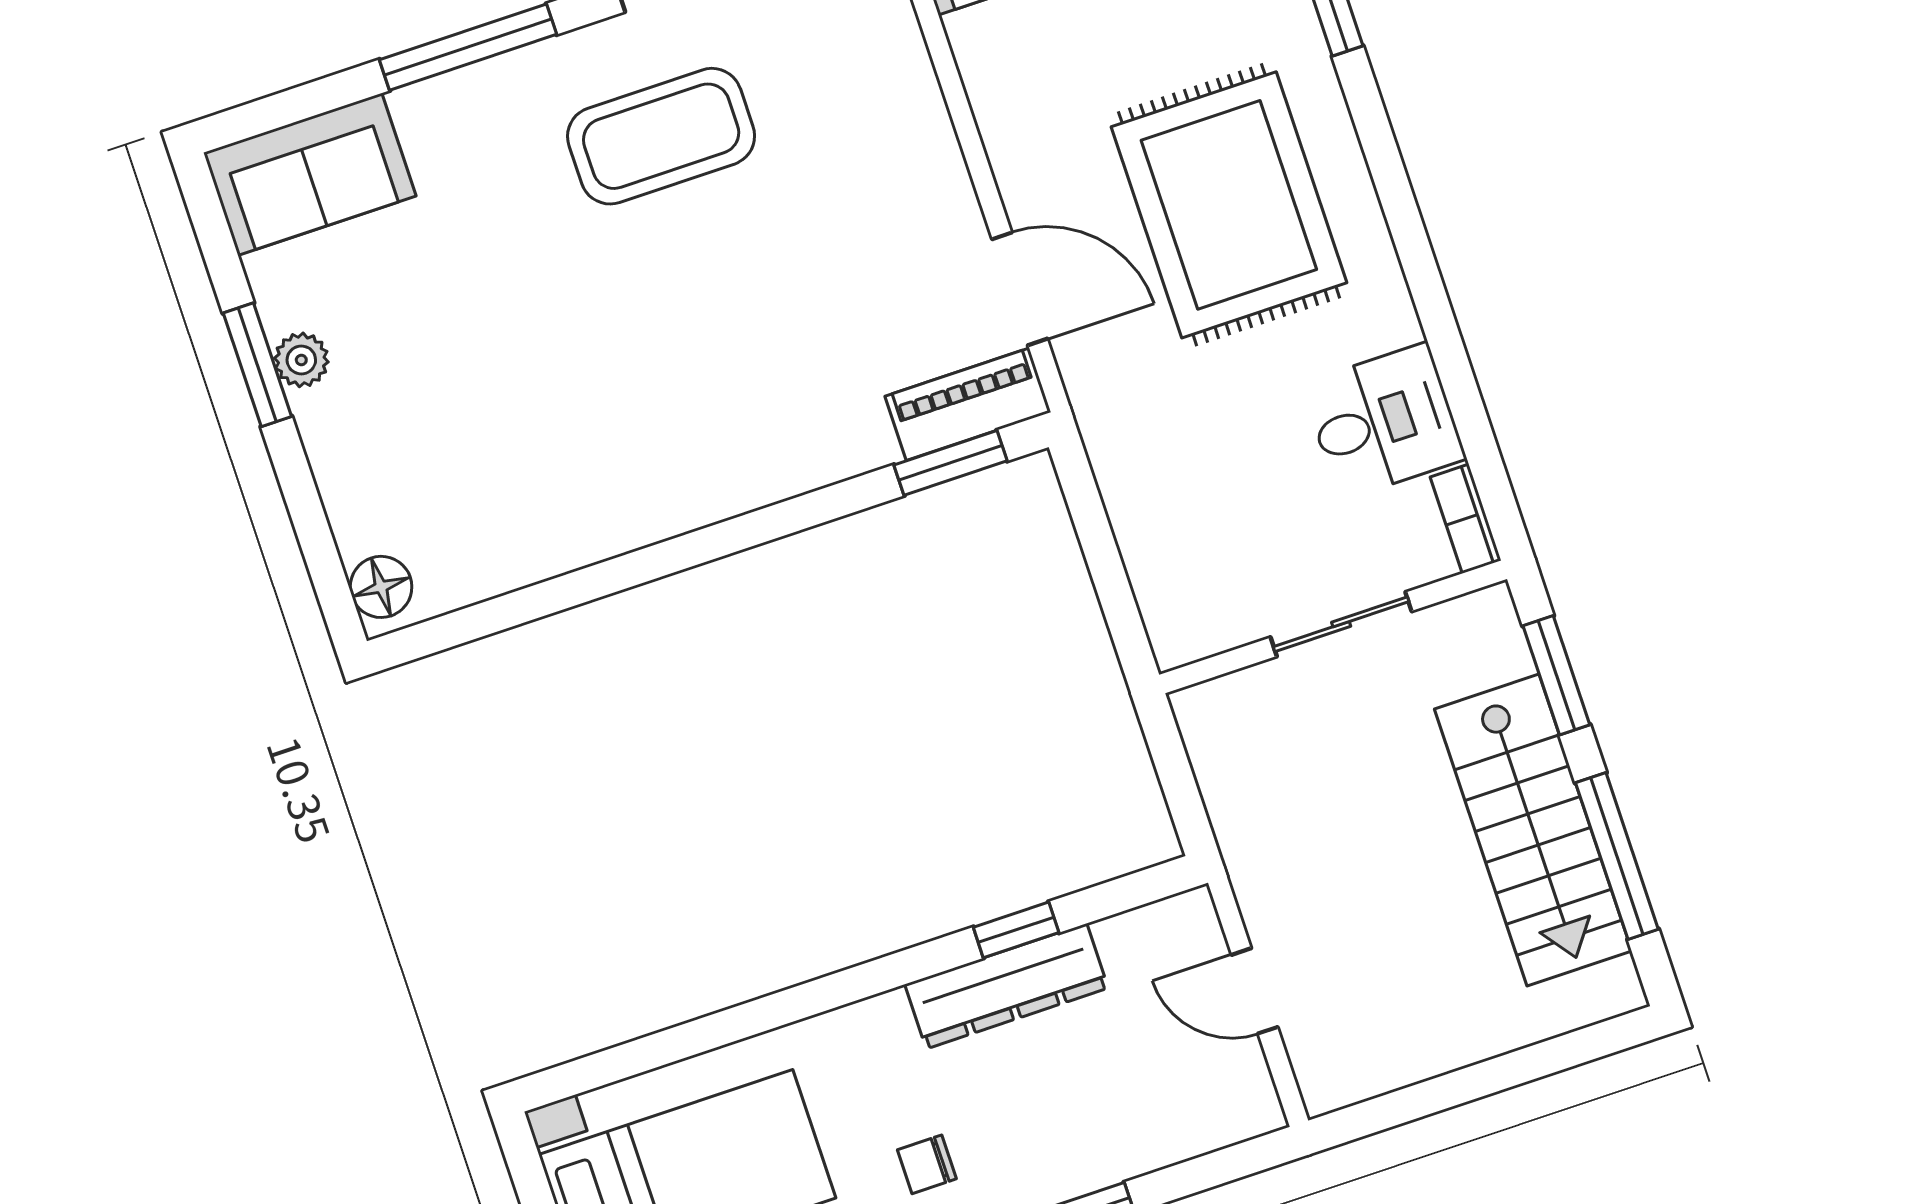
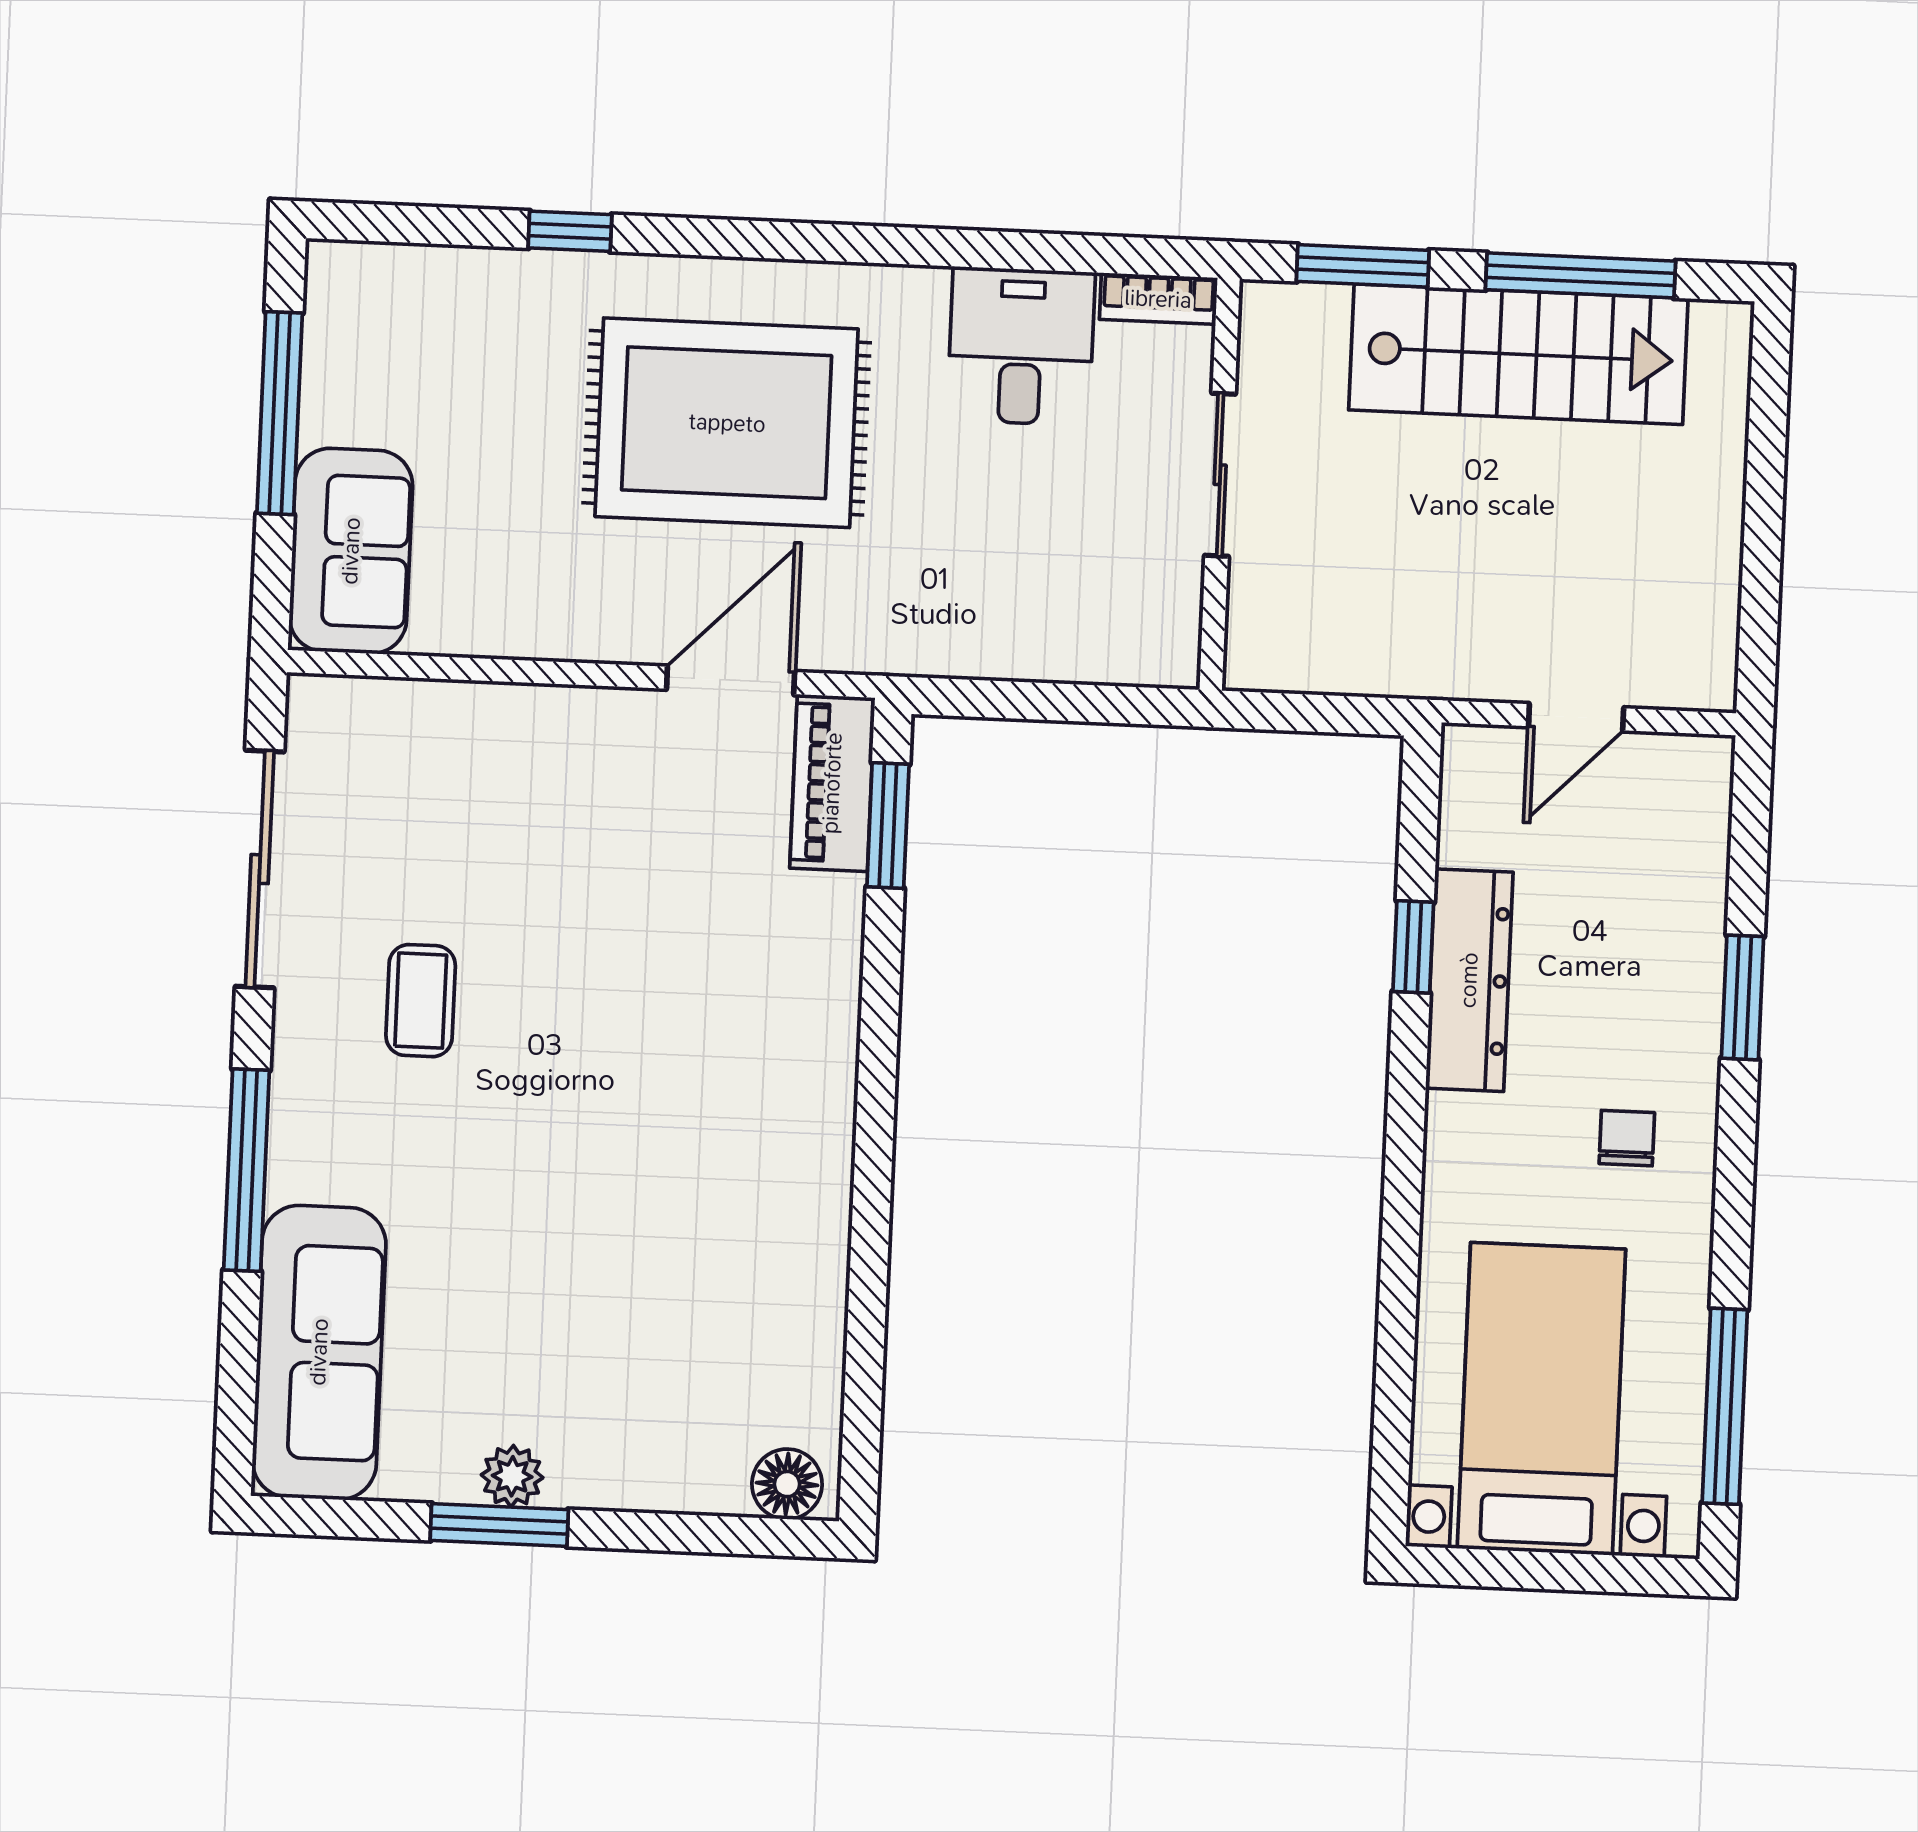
coffee table: (661, 136) -> (421, 1001), width x0.54, depth x0.58
sofa: (310, 174) -> (319, 1352), width x1.36
chair: (927, 1164) -> (1627, 1138), turned 180

